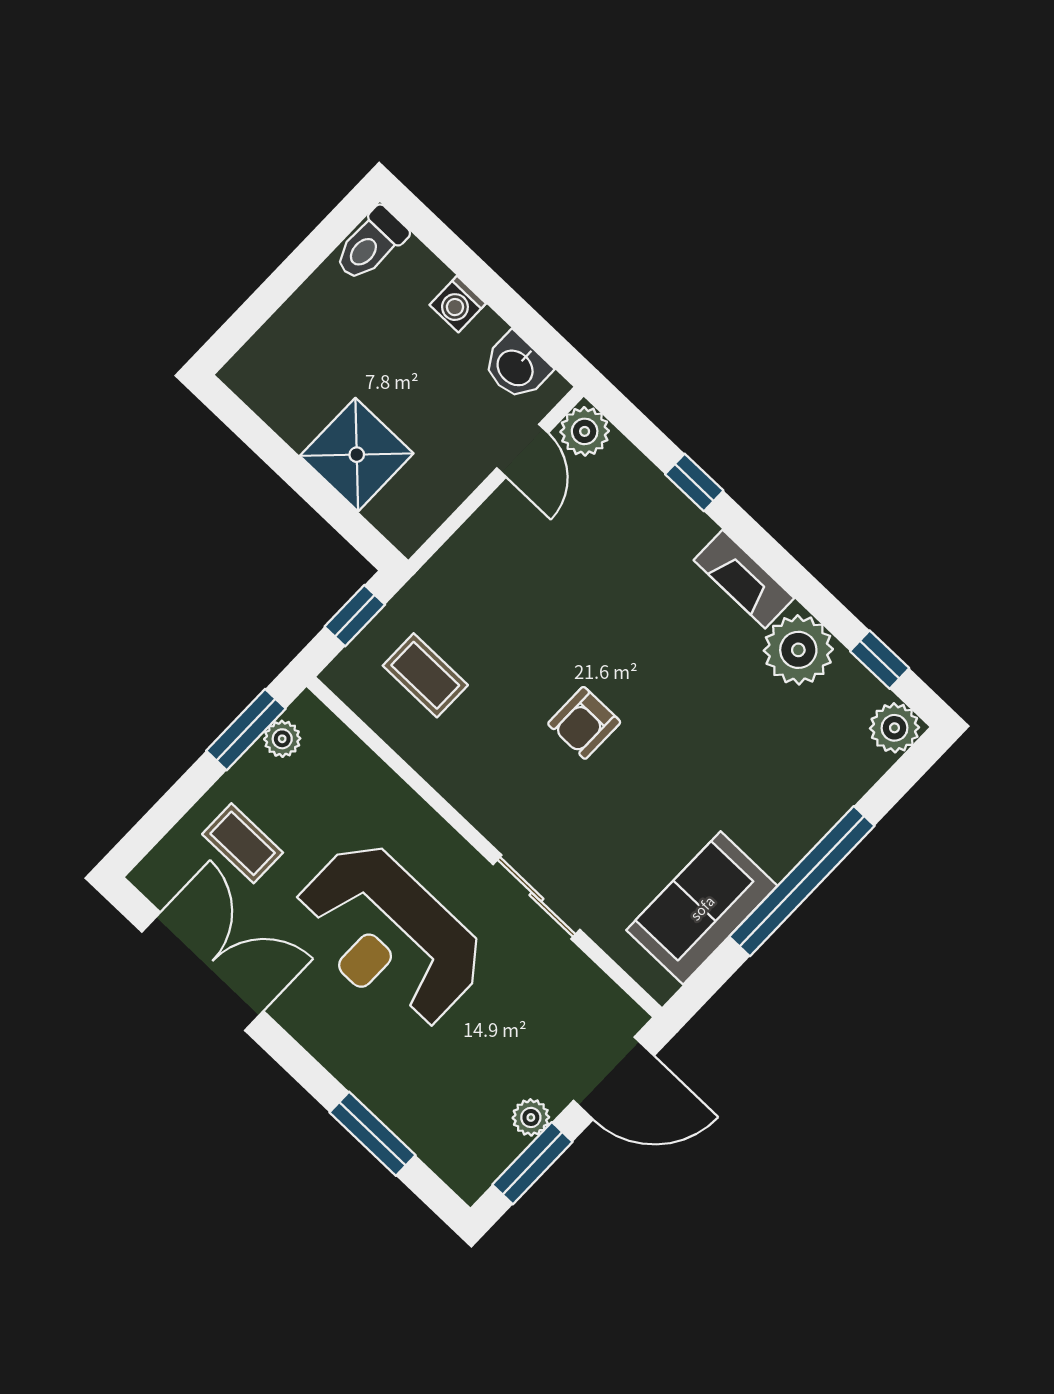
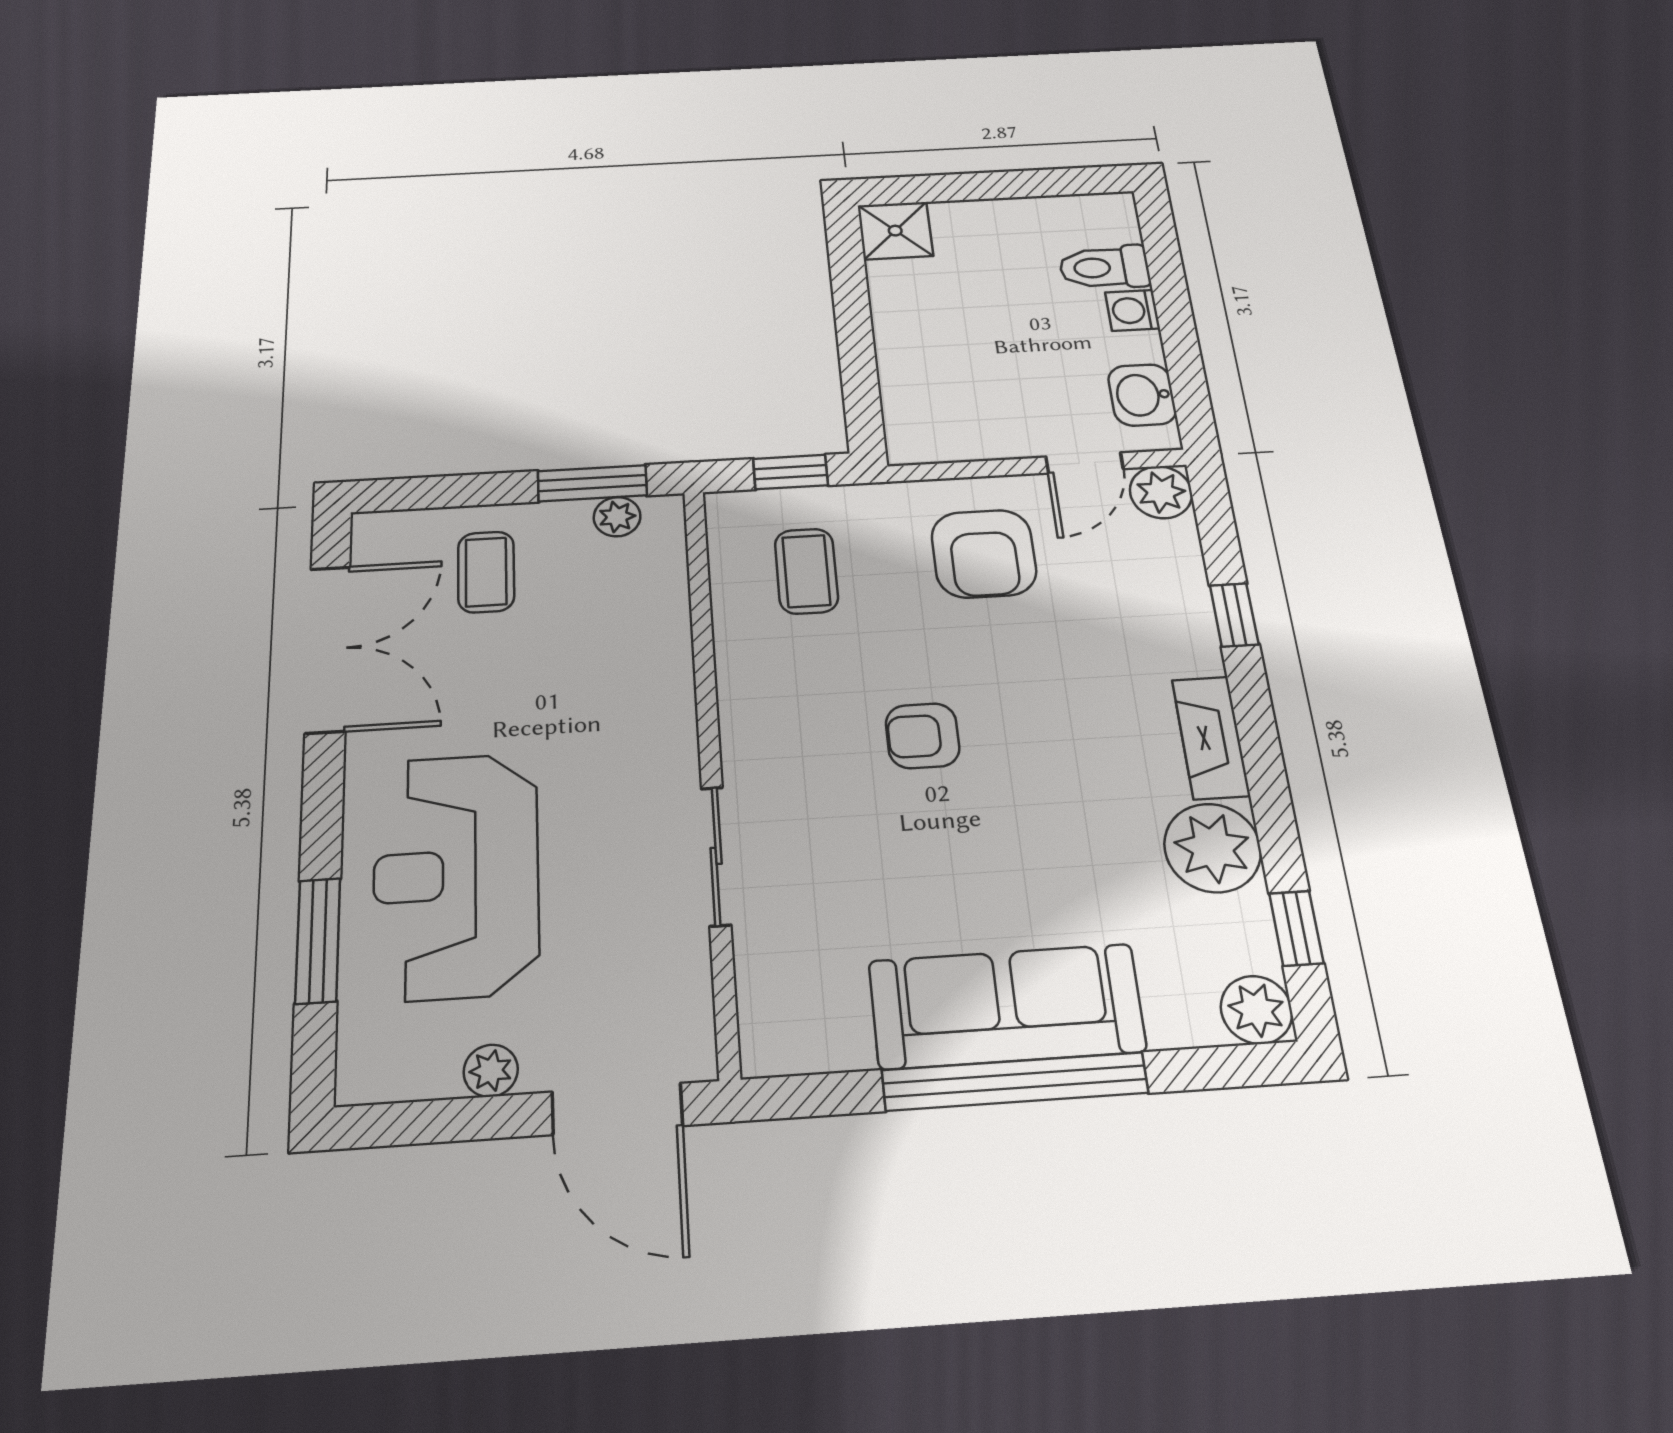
toilet: (371, 244) -> (1104, 267), moved
shower: (357, 455) -> (895, 231), moved, width x0.73, depth x0.73
armchair: (517, 570) -> (984, 554), added
sofa: (702, 908) -> (1007, 1006), moved, width x1.36
reception desk: (389, 936) -> (456, 875), moved
window: (532, 1163) -> (444, 1121), removed

